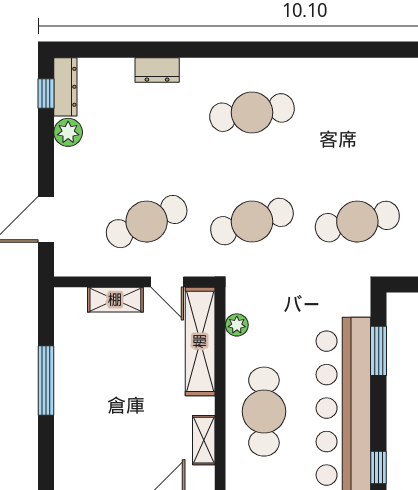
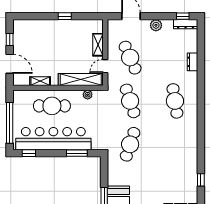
plant: (68, 132) -> (156, 25), moved
cafe table: (357, 222) -> (130, 144), turned 30
window: (46, 380) -> (65, 16), width x0.46

